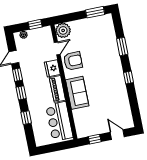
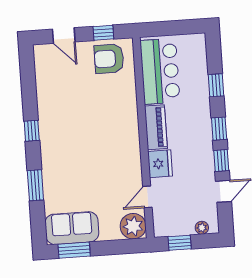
armchair: (73, 61) -> (109, 59), moved
sofa: (77, 93) -> (72, 228), moved, turned 90

